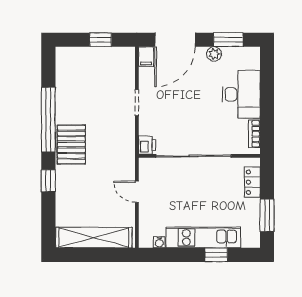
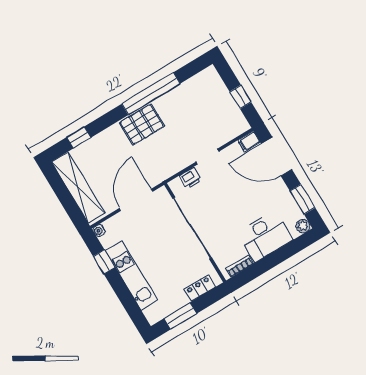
plant: (214, 54) -> (303, 226), moved
printer: (147, 145) -> (191, 178), moved
window: (48, 181) -> (79, 137), moved
door: (137, 192) -> (136, 200), width x1.88
water cooler: (159, 242) -> (99, 230), moved
window: (216, 255) -> (104, 262), moved

